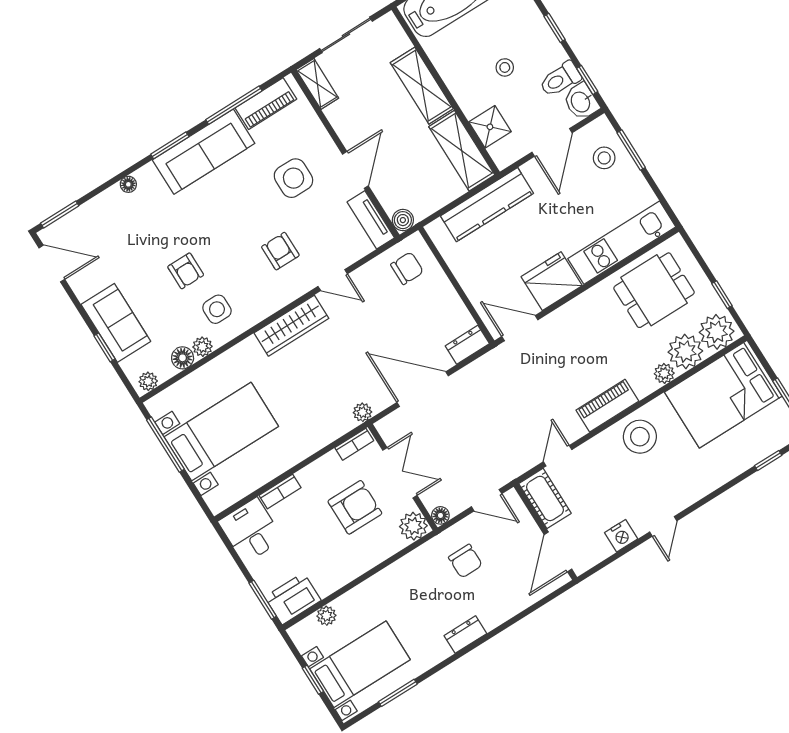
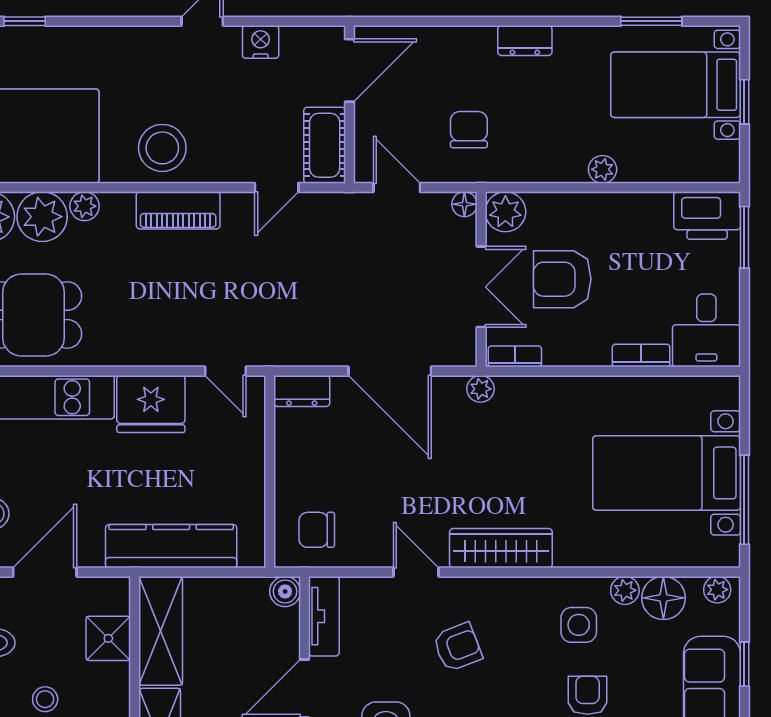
armchair: (280, 251) -> (457, 647), turned -111
door: (520, 328) -> (225, 371), width x0.73
floor lamp: (183, 358) -> (663, 598), width x1.38, depth x1.38
double door: (400, 473) -> (481, 287), swing flipped
plant: (326, 616) -> (603, 169), moved

